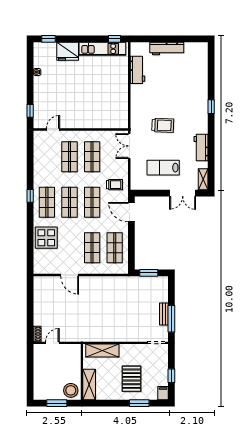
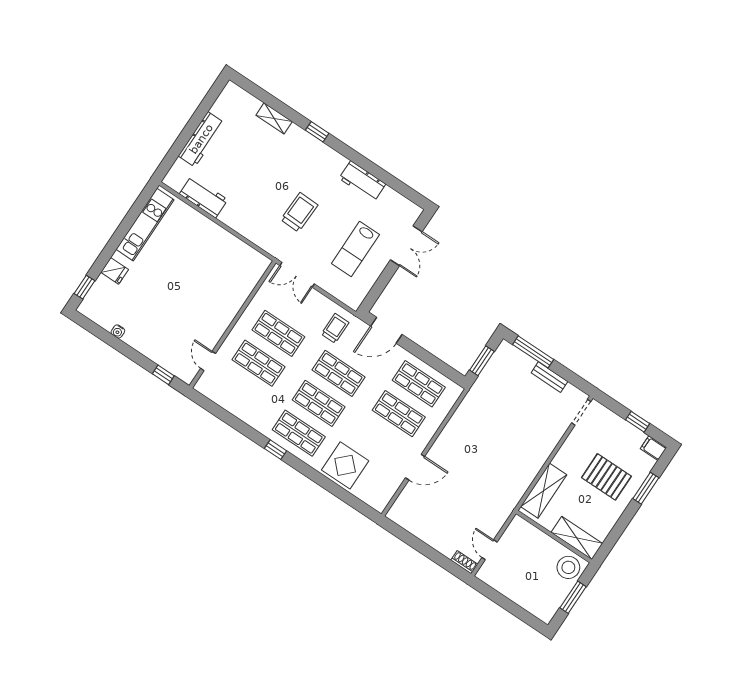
window: (114, 39) -> (143, 200), removed
fridge: (68, 51) -> (115, 271), width x0.53, depth x0.75
shelving: (203, 179) -> (274, 118), moved
window: (171, 319) -> (533, 352), moved

